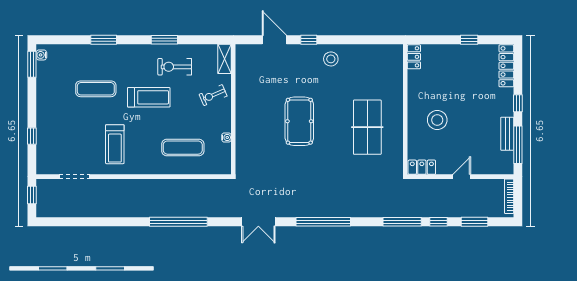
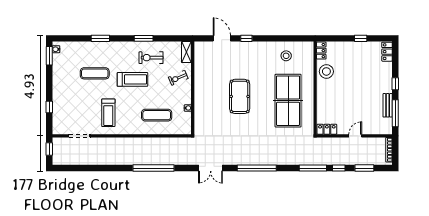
stool: (331, 59) -> (286, 56), moved
locker: (506, 66) -> (387, 52), width x0.66
stool: (437, 120) -> (326, 71), moved
table tennis table: (367, 127) -> (288, 101), width x1.36, depth x1.32

